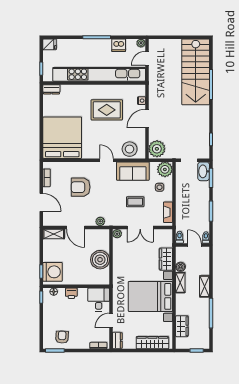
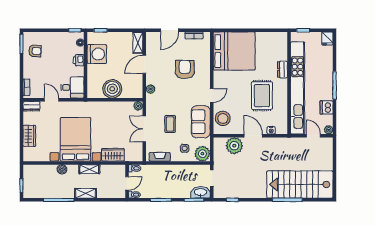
dresser: (51, 89) -> (283, 70), moved
plant: (157, 149) -> (234, 146), moved
boiler: (181, 267) -> (62, 169), moved
washing machine: (53, 272) -> (97, 54), moved, turned -90
wardrobe: (182, 326) -> (46, 171), removed
wardrobe: (152, 343) -> (29, 136), width x0.67

